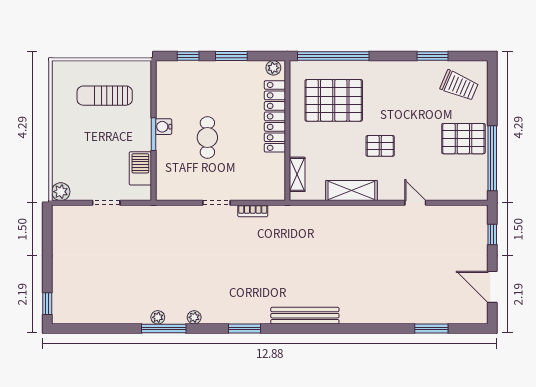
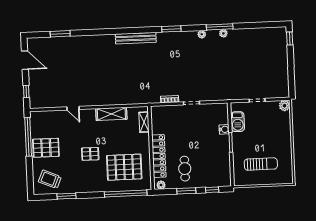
water cooler: (164, 127) -> (224, 129), moved
cafe table: (207, 138) -> (185, 169), moved
pallet: (380, 146) -> (90, 154), moved

